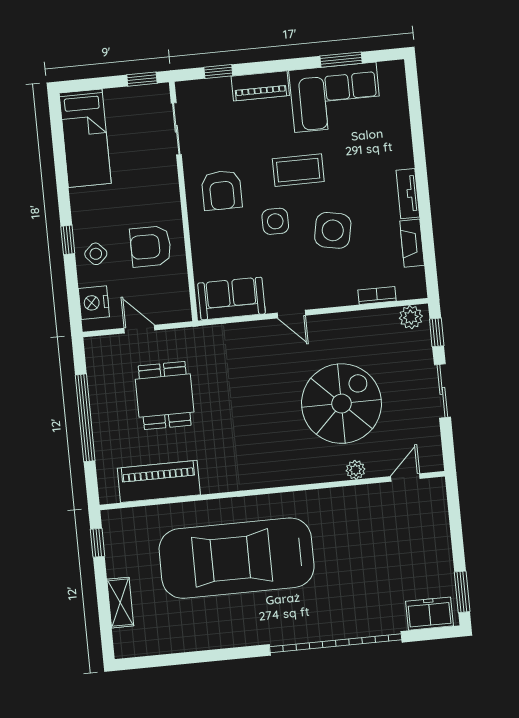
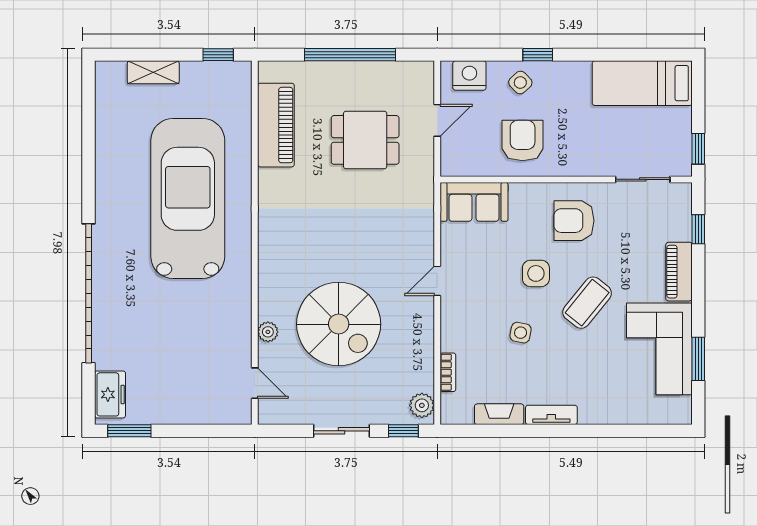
coffee table: (298, 170) -> (587, 303), turned 39
side table: (333, 230) -> (521, 333), width x0.54, depth x0.54
sofa: (231, 299) -> (474, 202), moved, turned 90

